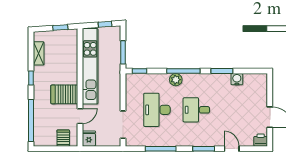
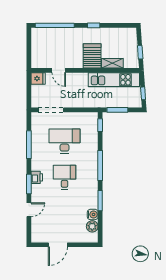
shelving: (39, 53) -> (112, 63), moved
kitchen unit: (90, 66) -> (114, 80), width x0.73
plant: (176, 80) -> (92, 226), moved
server rack: (64, 94) -> (92, 56), moved
server rack: (63, 138) -> (39, 55), removed
printer: (261, 140) -> (37, 177), moved

